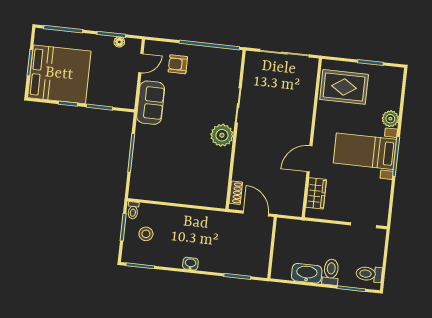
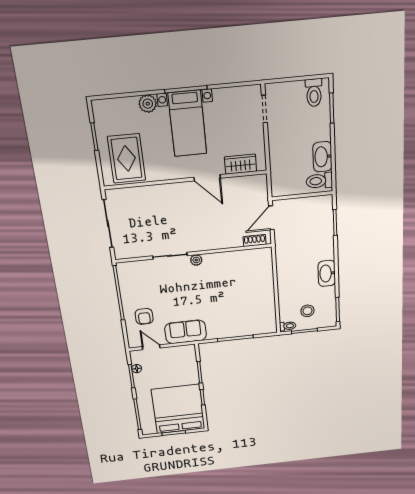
plant: (222, 135) -> (196, 260), width x0.53, depth x0.53
washbasin: (190, 264) -> (327, 273), width x1.91, depth x1.45
toilet: (331, 272) -> (319, 181), moved

